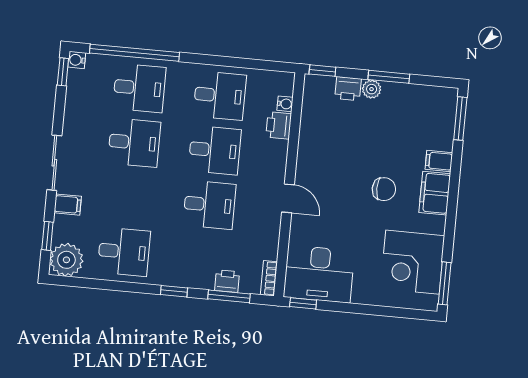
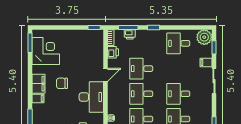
printer: (279, 125) -> (113, 52), moved
door: (288, 198) -> (105, 75), swing flipped
desk: (319, 274) -> (91, 97), moved, turned 90

